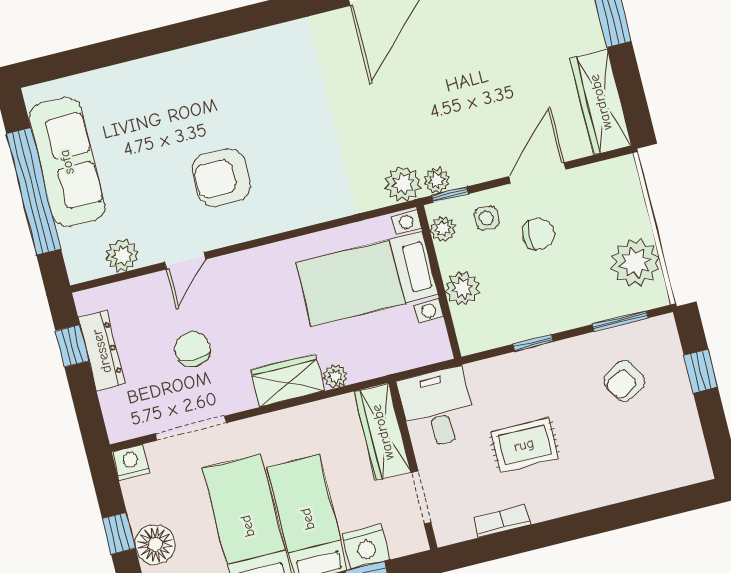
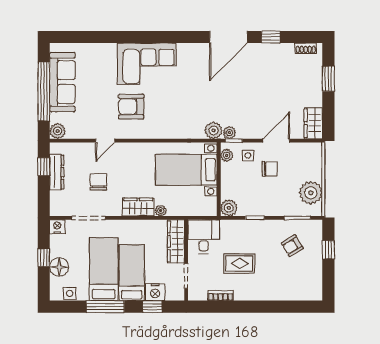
corner sofa: (231, 81) -> (147, 64), added
wardrobe: (601, 102) -> (313, 123), width x0.67
plant: (122, 255) -> (58, 131), moved
plant: (462, 288) -> (229, 208), moved

